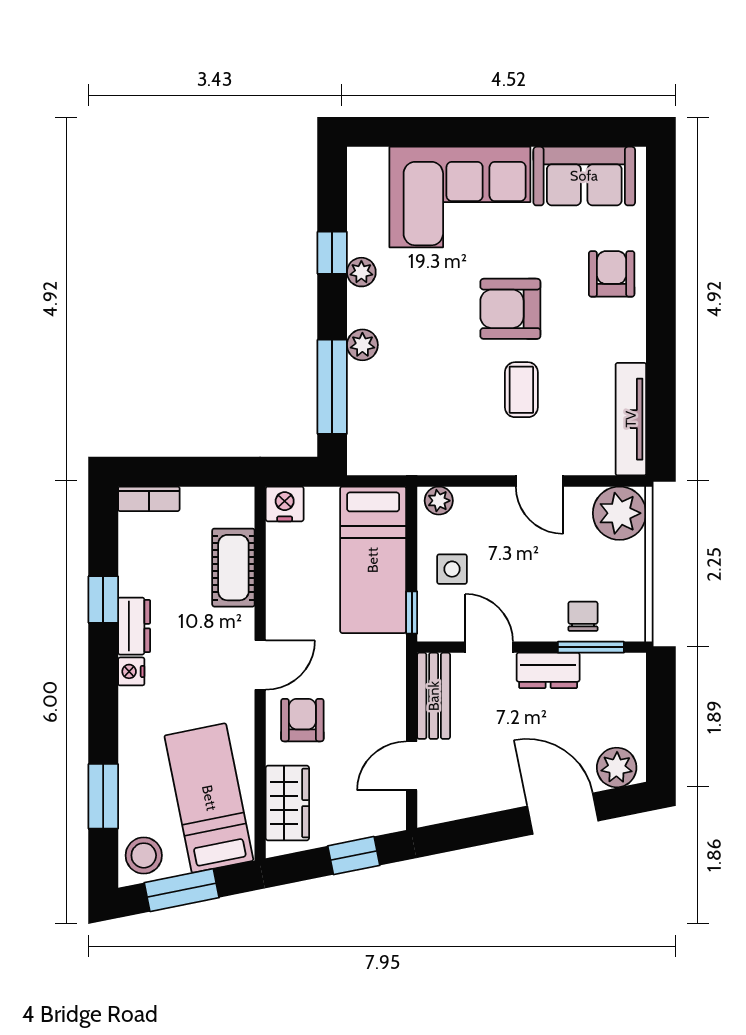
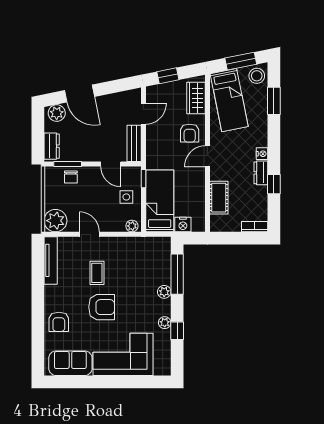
nightstand: (285, 504) -> (183, 225), moved
dresser: (548, 670) -> (52, 146), moved, turned 90

